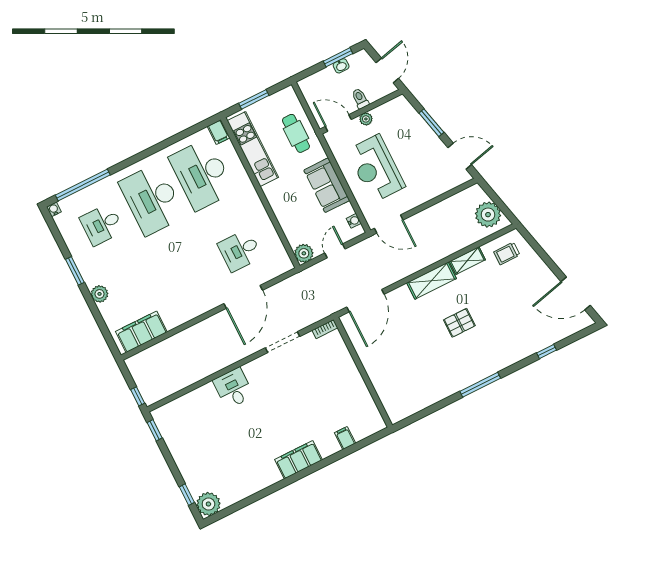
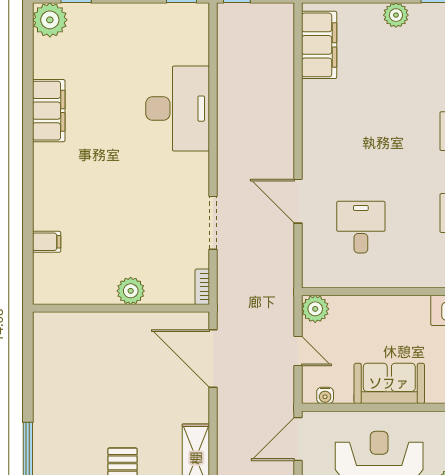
door: (243, 297) -> (298, 201), width x0.73
plant: (349, 372) -> (131, 291), added
desk: (233, 388) -> (178, 109), width x1.87, depth x1.30
filing cabinet: (299, 460) -> (49, 111), moved

